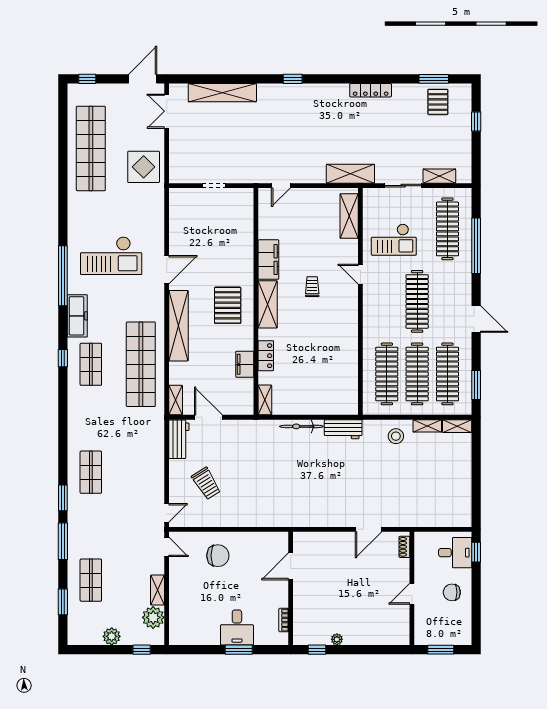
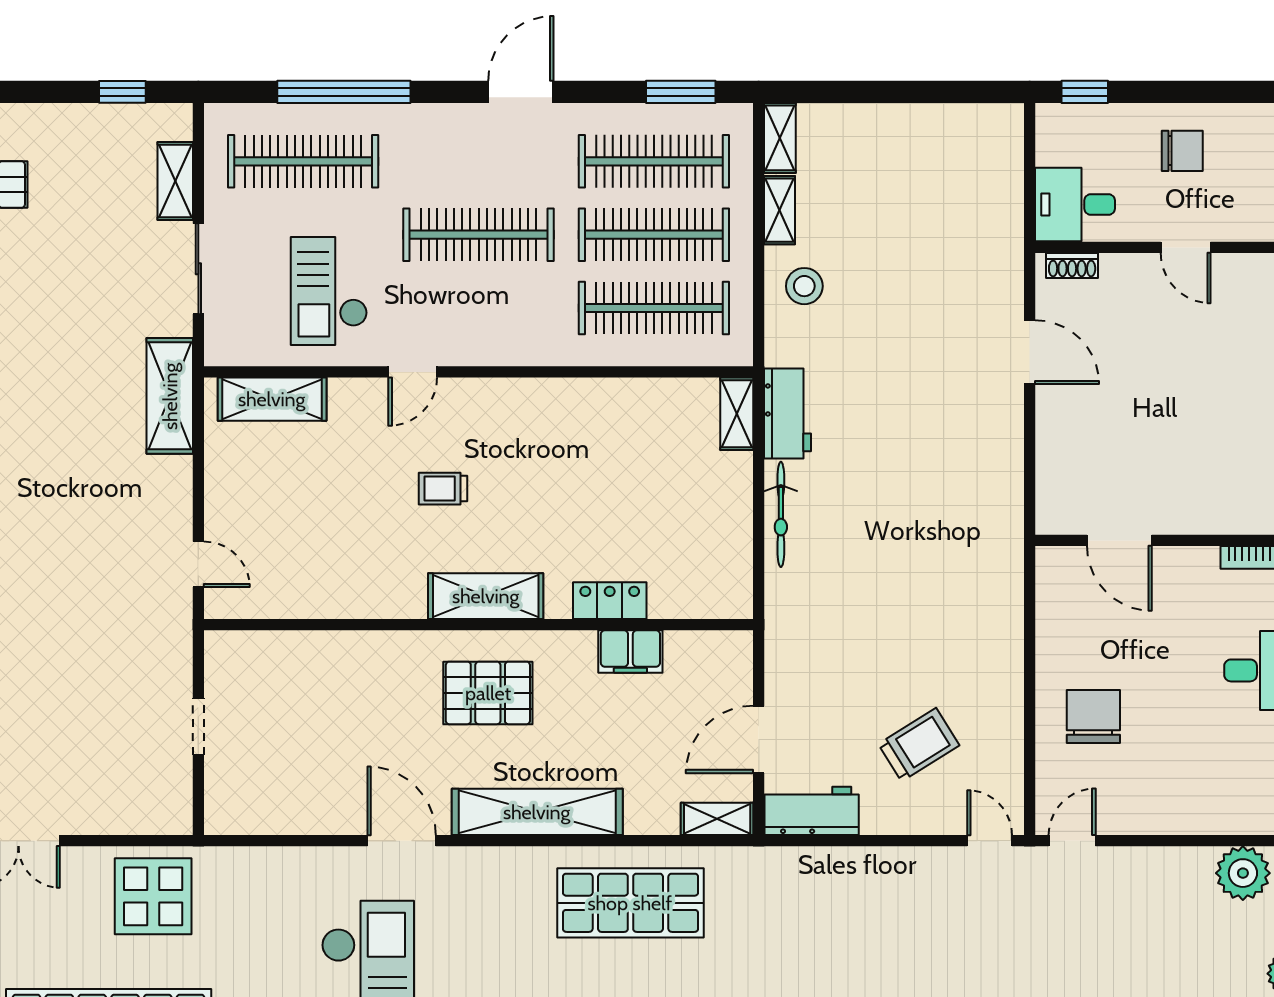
window: (476, 122) -> (122, 92), moved
checkout: (394, 240) -> (329, 291), turned 180
filing cabinet: (268, 260) -> (377, 594), removed
shop shelf: (141, 364) -> (630, 903), width x0.71
shelving: (265, 400) -> (737, 414), moved, turned 90
desk: (455, 553) -> (1075, 204), moved, turned -90
shelving: (157, 590) -> (1176, 863), removed
chair: (452, 592) -> (1182, 151), turned -90

